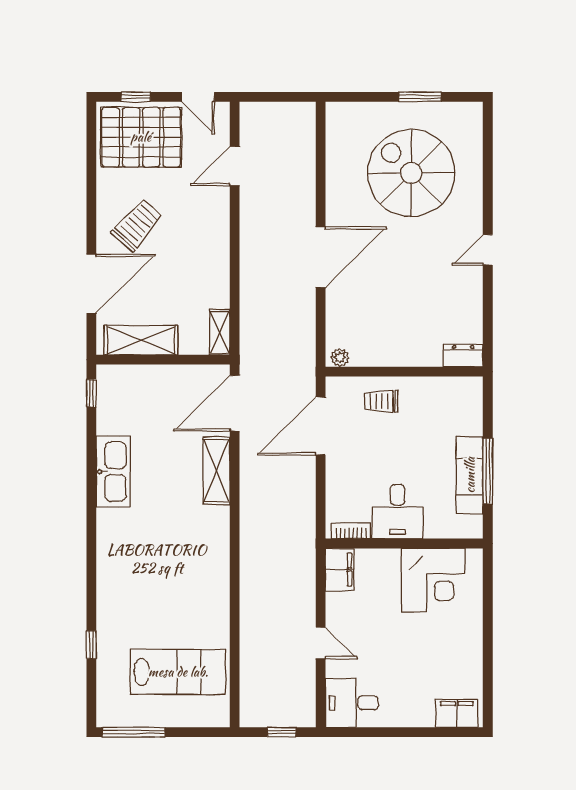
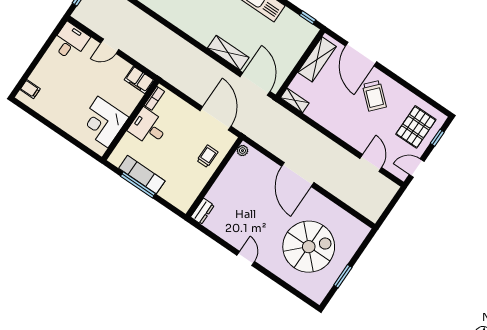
pallet: (141, 137) -> (416, 127), width x0.73, depth x0.71
filing cabinet: (457, 713) -> (30, 89), width x0.50

